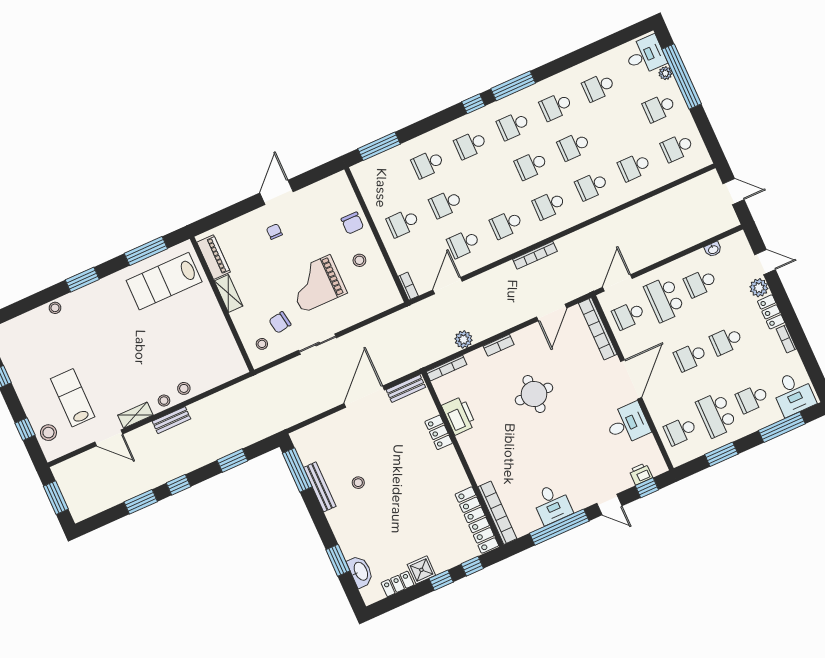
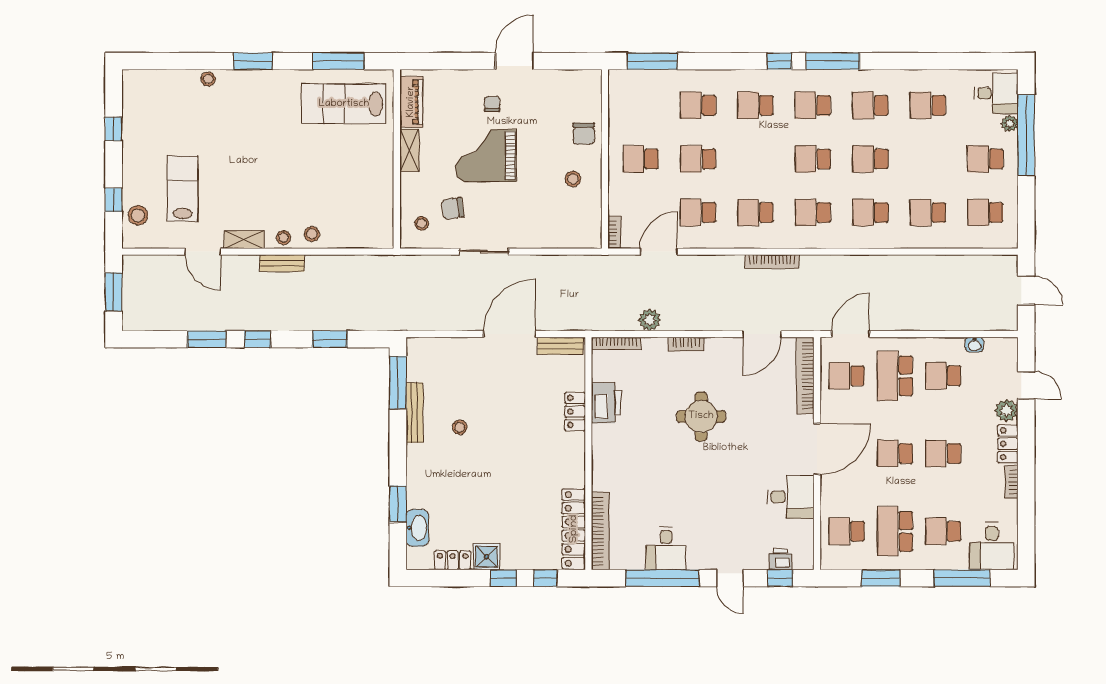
grand piano: (316, 284) -> (486, 156), moved

